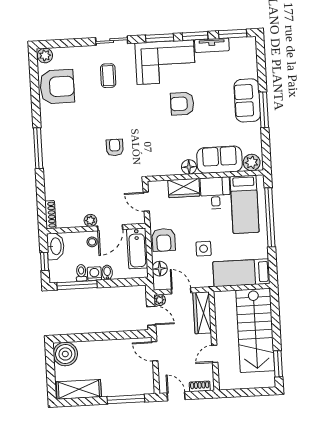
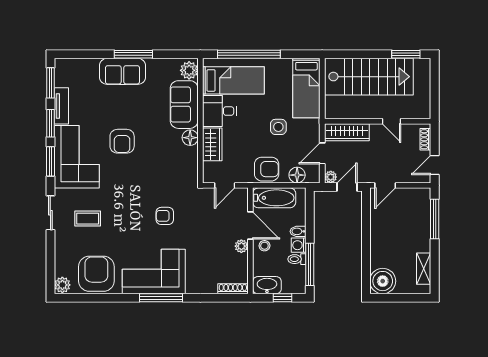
corner sofa: (62, 140) -> (154, 271), added
shelving: (79, 389) -> (424, 269), width x0.67, depth x0.75

